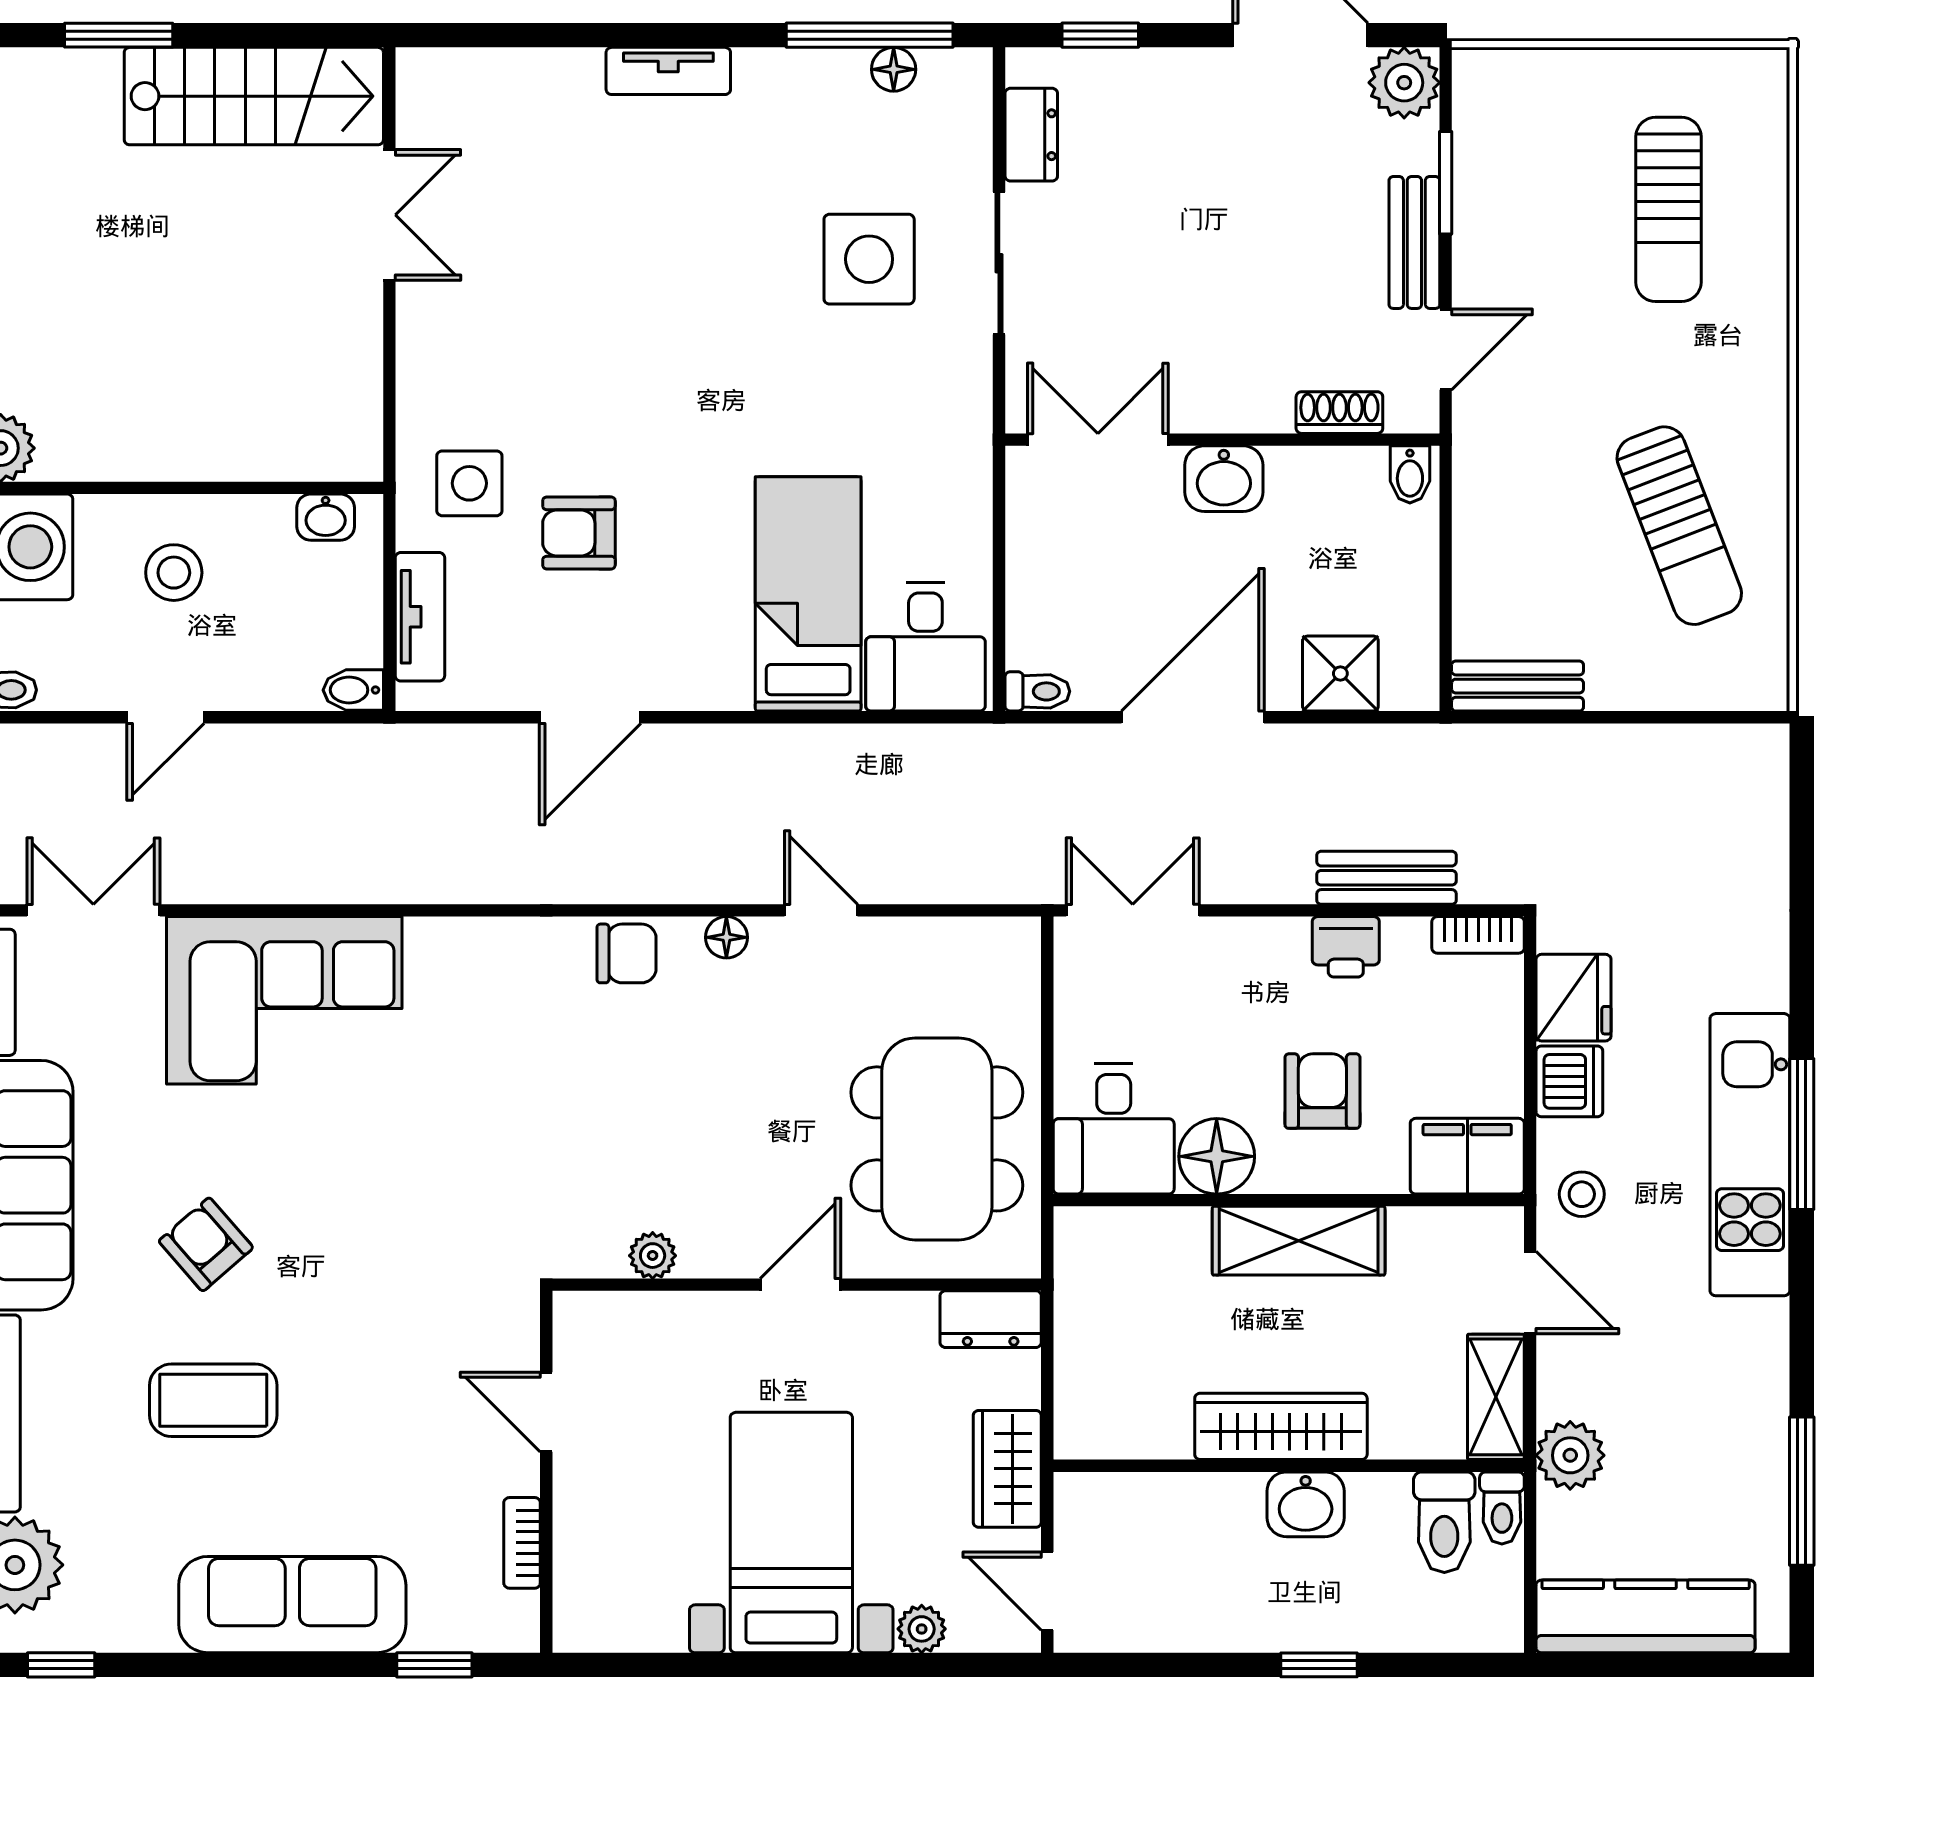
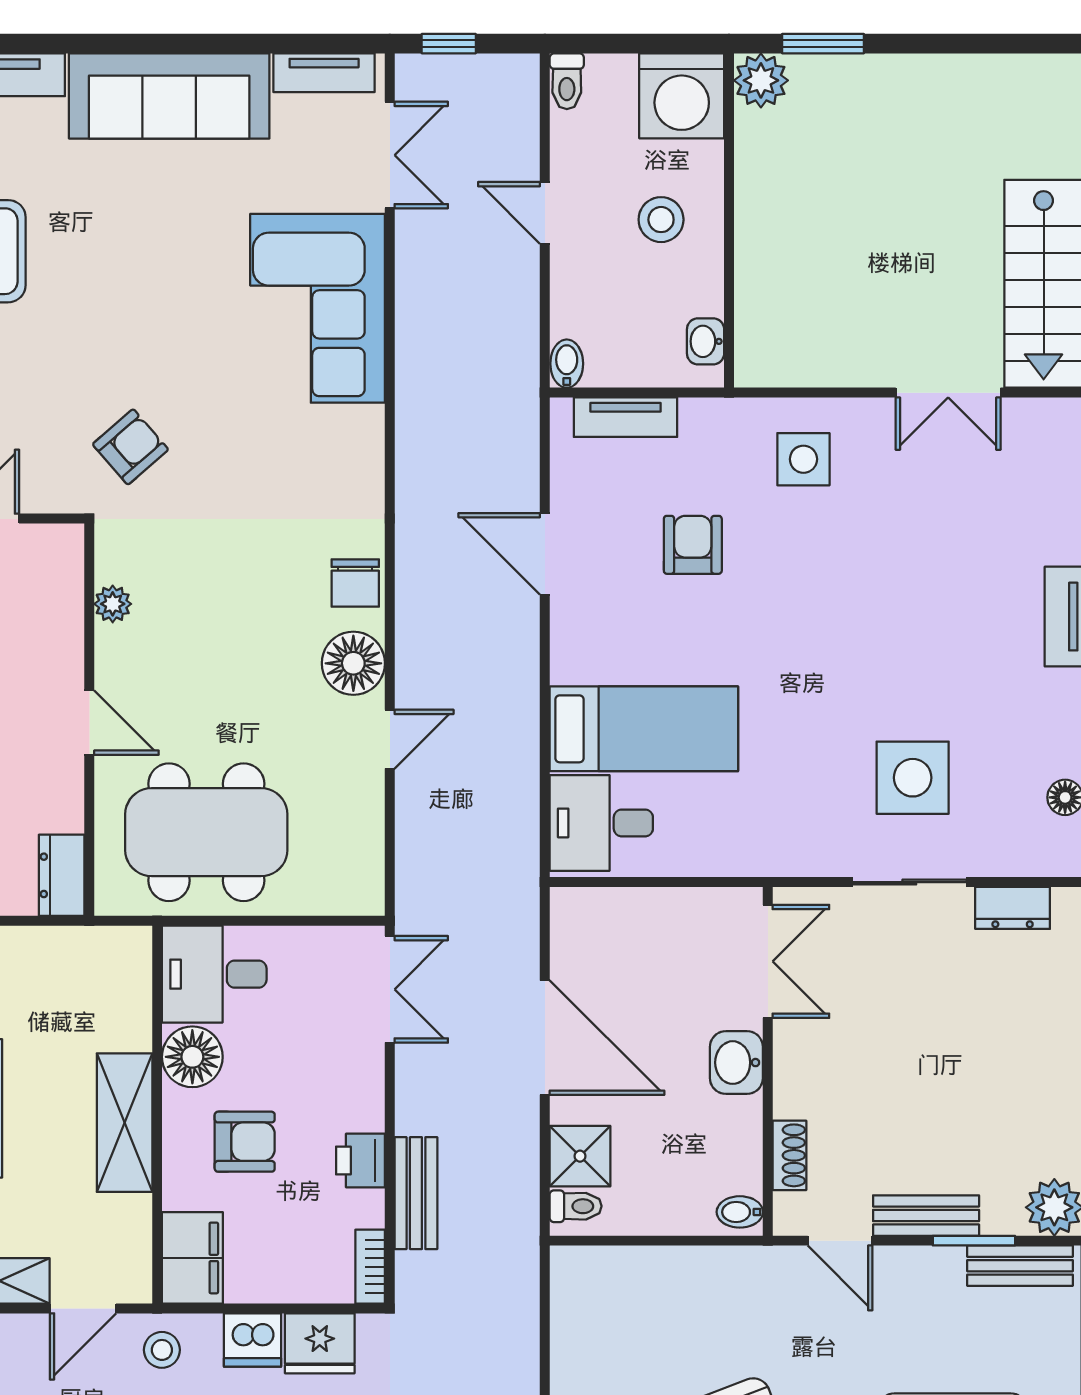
side table: (469, 483) -> (803, 459), moved
bench: (1518, 686) -> (1020, 1266), moved, turned 90
toilet: (1037, 691) -> (576, 1206), moved, turned -90
floor lamp: (726, 937) -> (353, 663), width x1.89, depth x1.89
armchair: (206, 1244) -> (130, 447), moved

